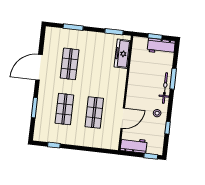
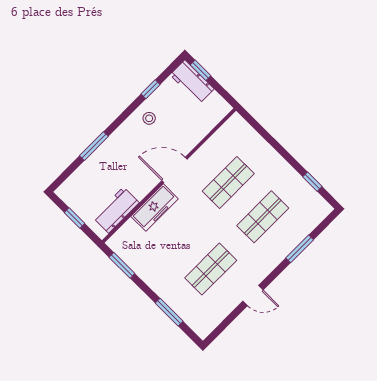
workbench: (161, 46) -> (116, 210), moved, turned -90
freezer: (122, 54) -> (155, 208), moved
door: (39, 67) -> (253, 296), width x0.53
bicycle: (165, 88) -> (114, 142), removed
door: (123, 118) -> (174, 170), moved
workbench: (134, 145) -> (192, 82), moved

